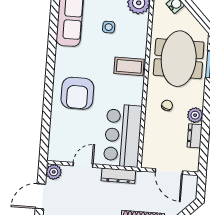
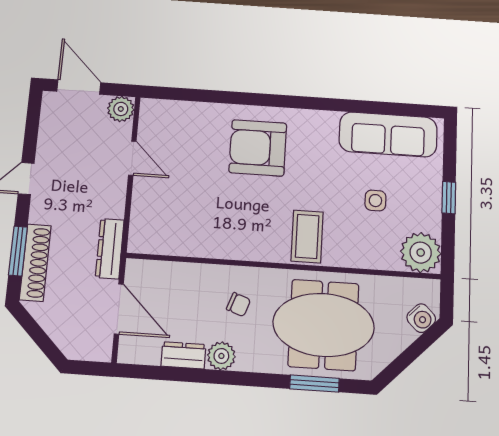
bar counter: (123, 136) -> (184, 226), removed
door: (169, 172) -> (119, 309), swing flipped
dresser: (118, 176) -> (110, 249), moved

